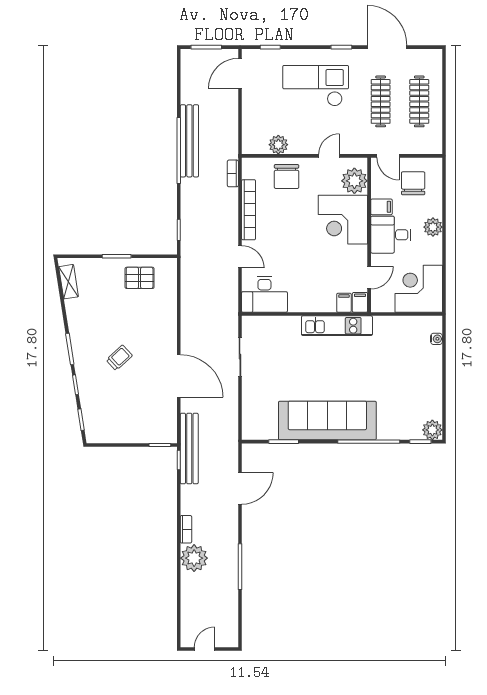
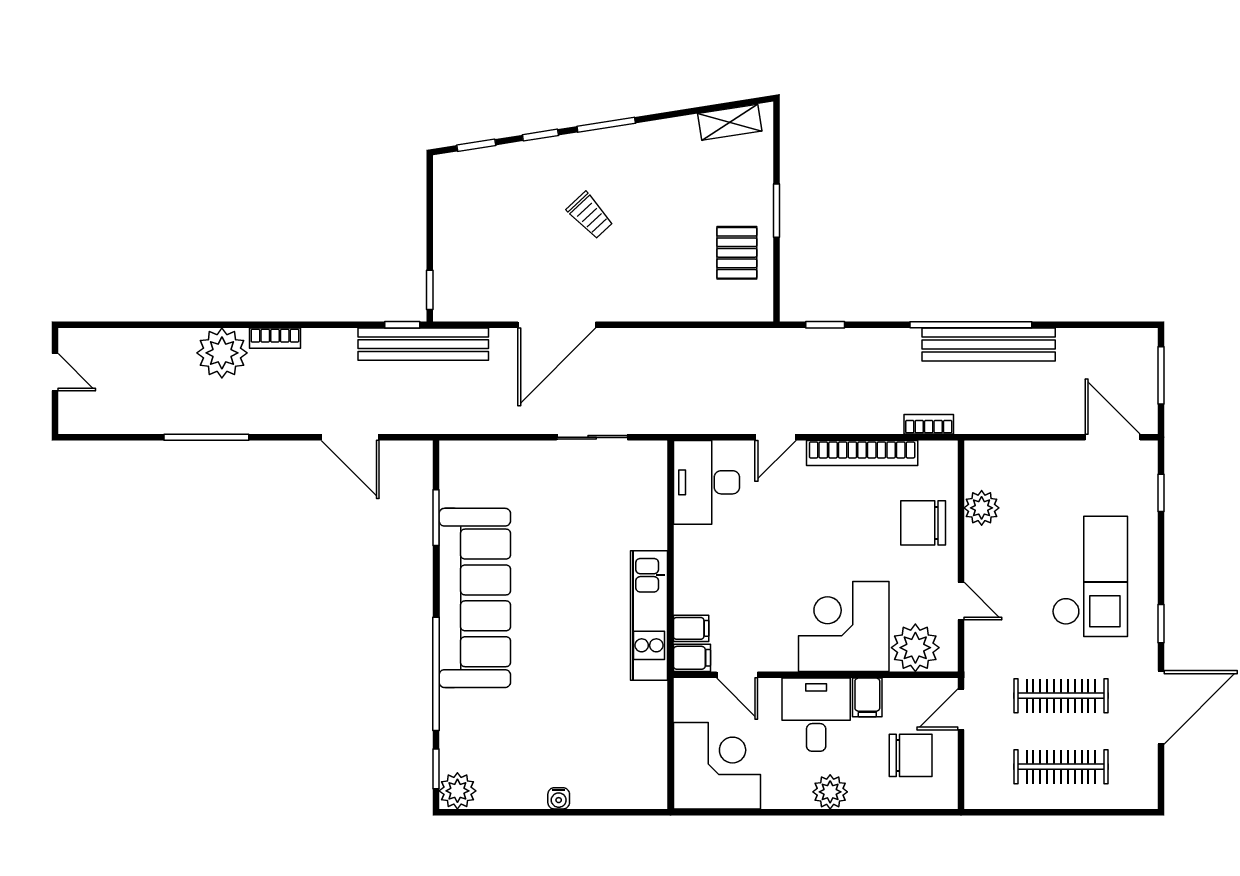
water cooler: (436, 339) -> (559, 798), moved

